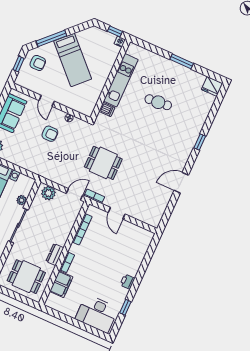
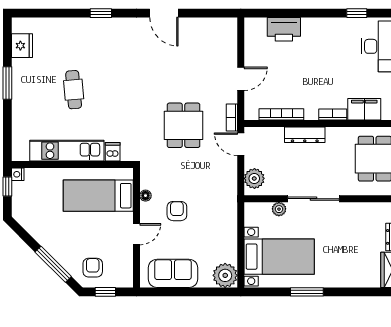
bed: (73, 60) -> (98, 196), moved, turned -135
fridge: (212, 86) -> (22, 46), moved
dresser: (55, 255) -> (305, 135), moved, width x1.44
printer: (127, 282) -> (284, 29), moved, width x1.87, depth x1.48

